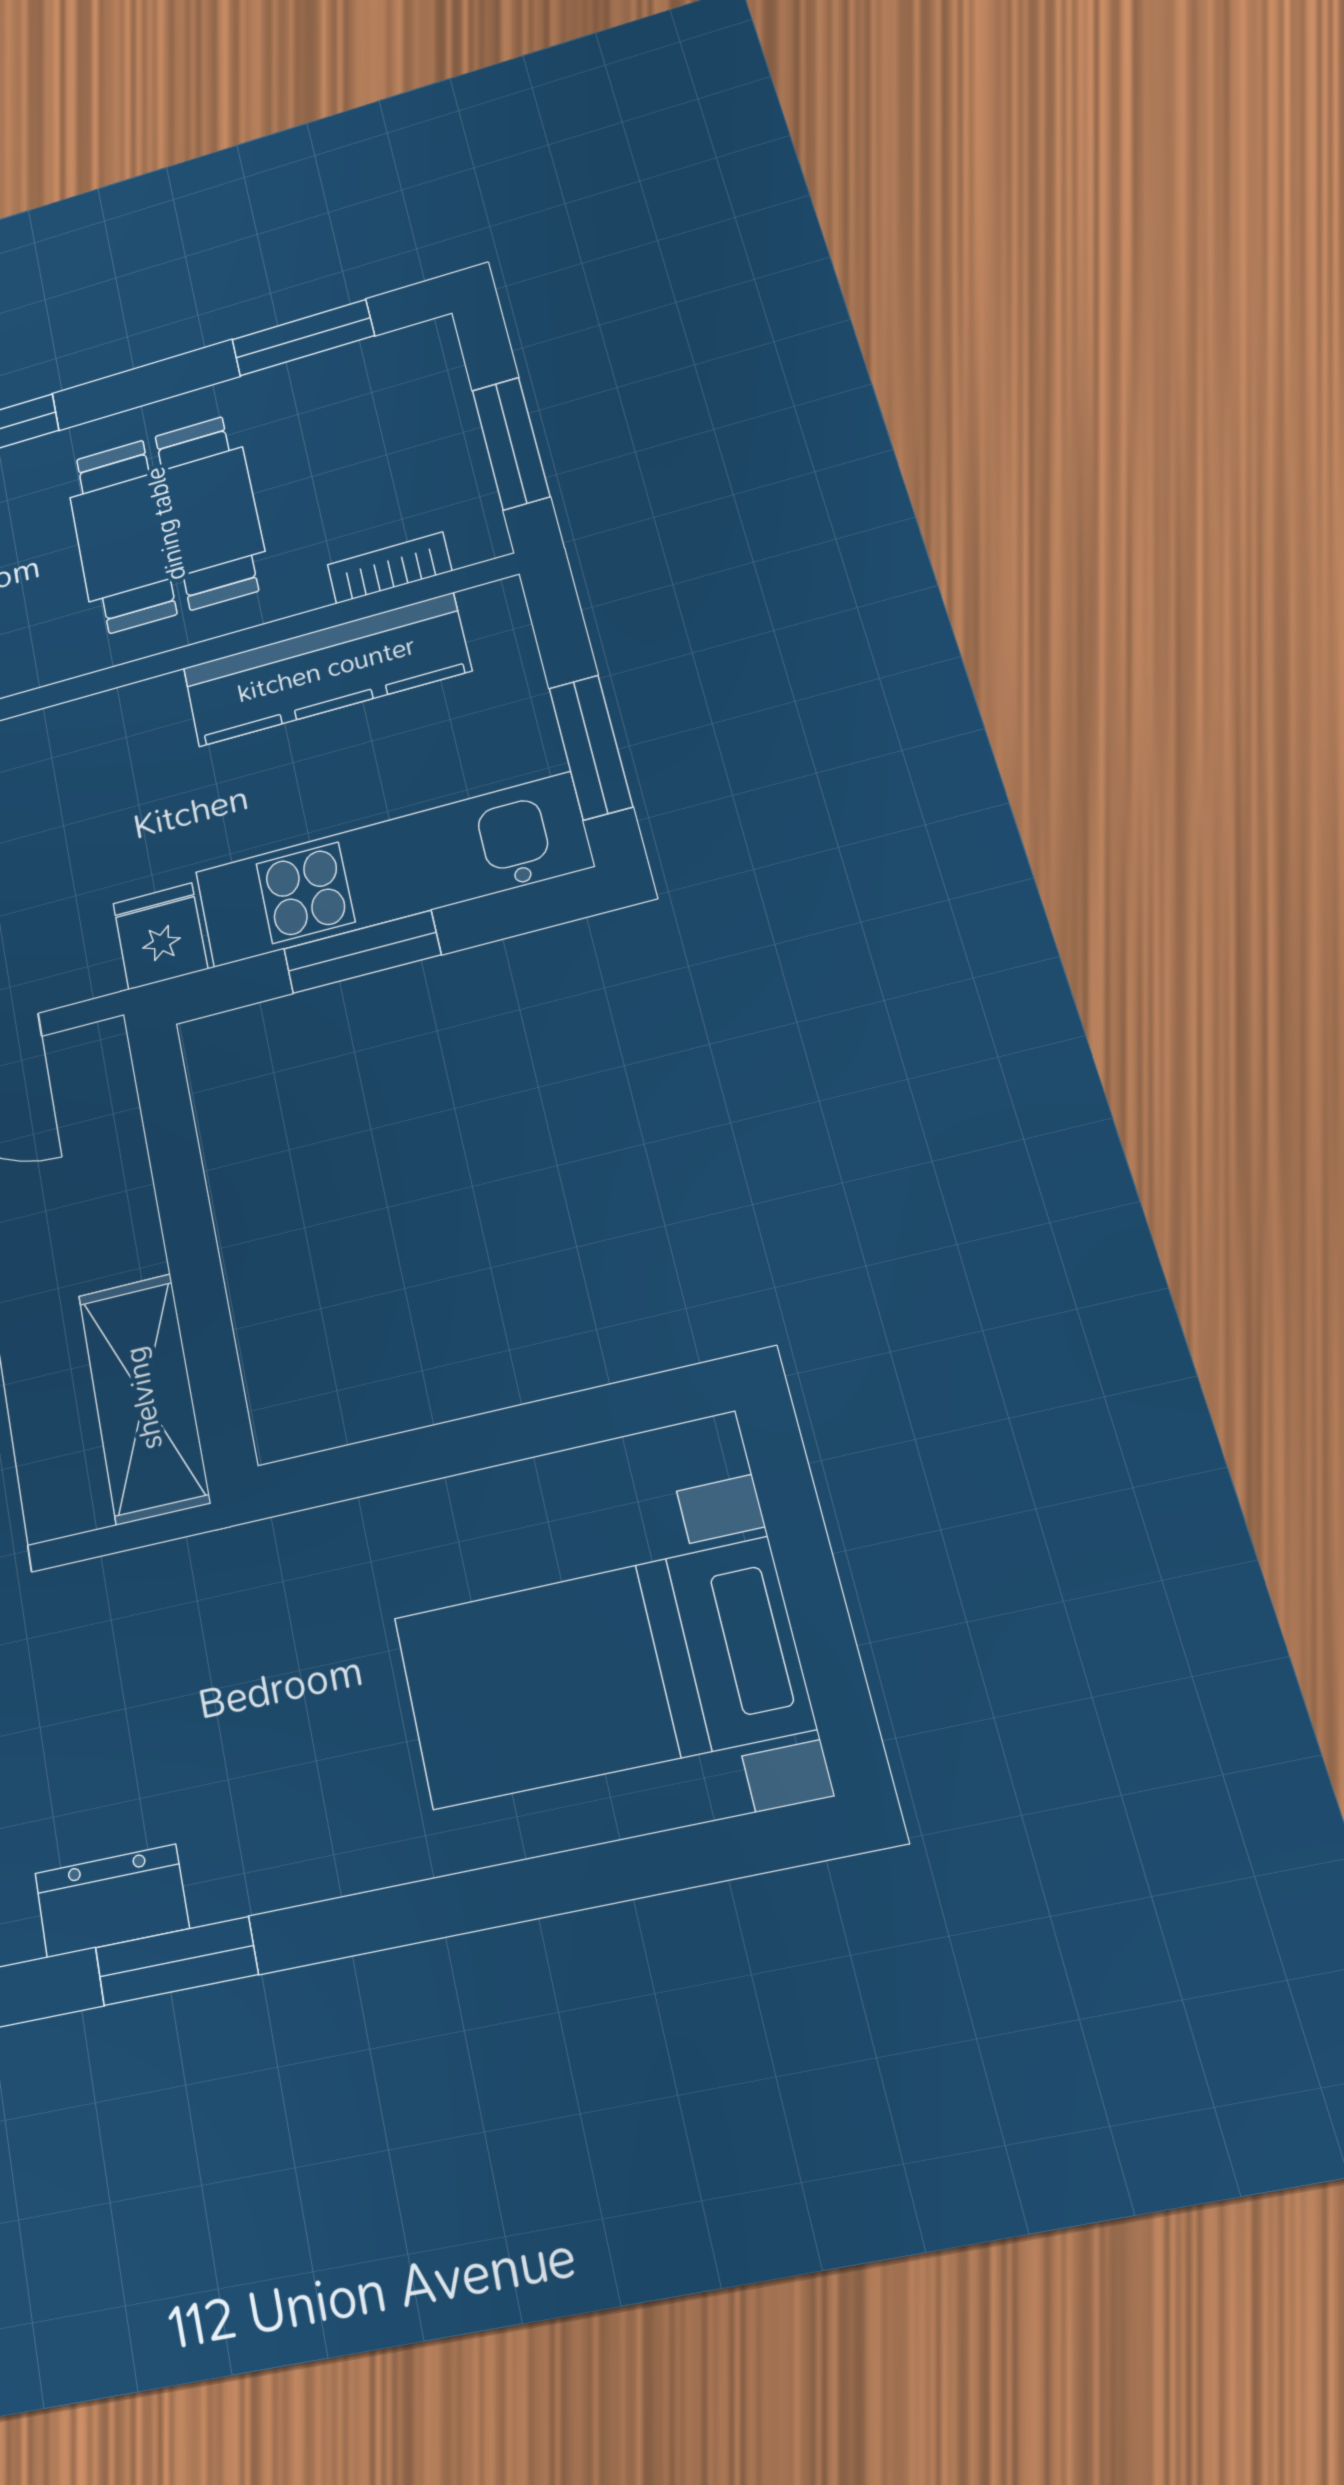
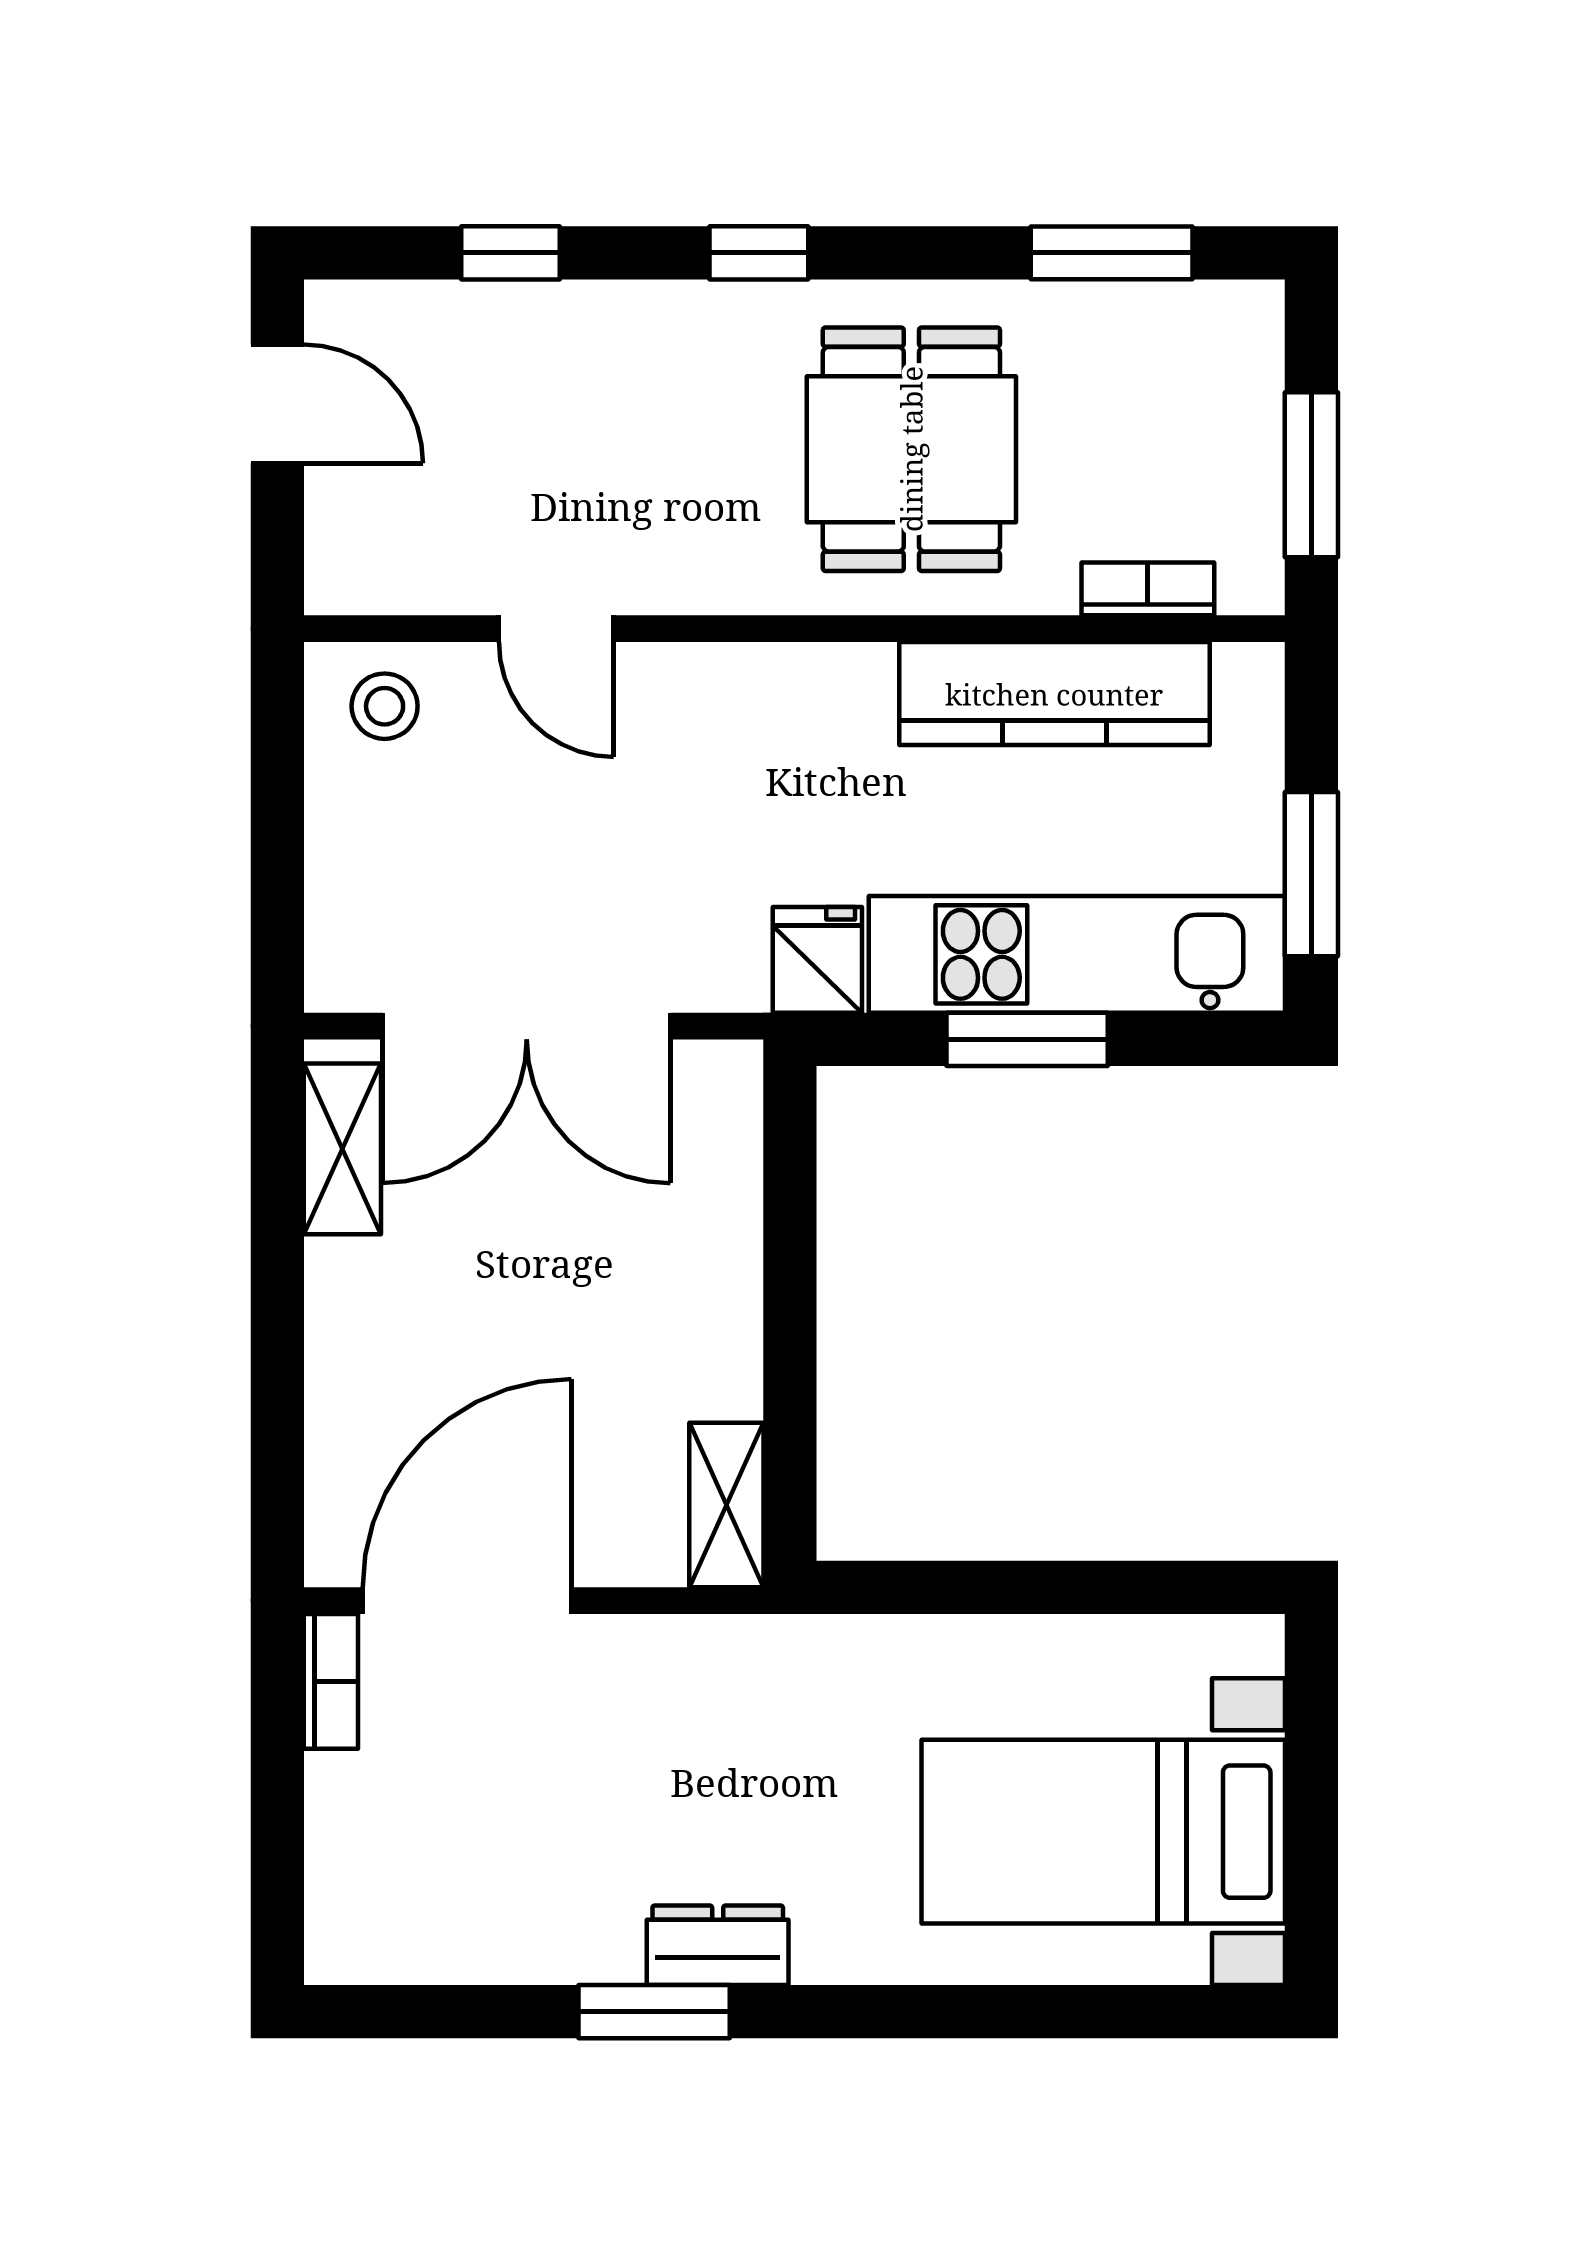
shelving: (144, 1398) -> (726, 1505), width x0.67, depth x0.75
dresser: (112, 1901) -> (718, 1945), moved

